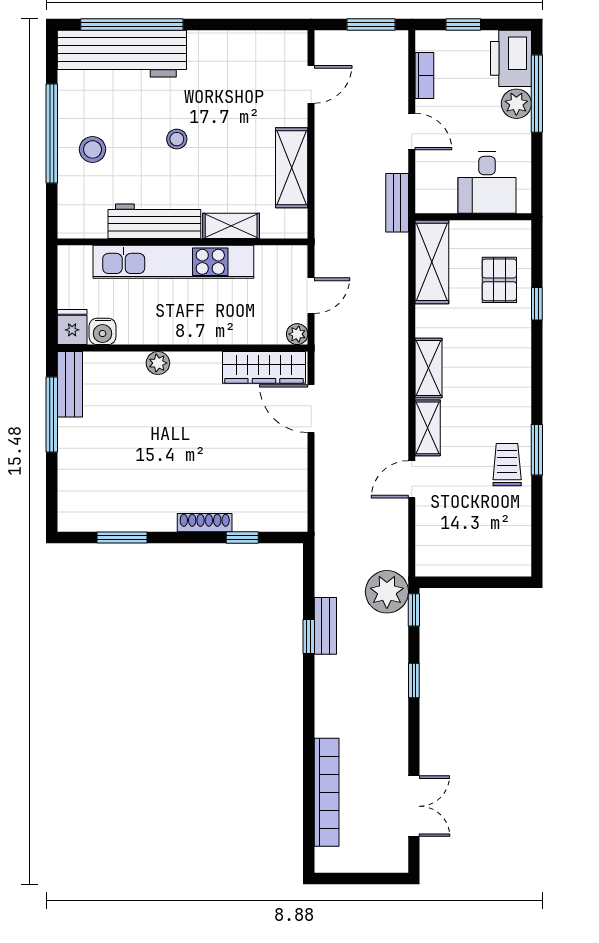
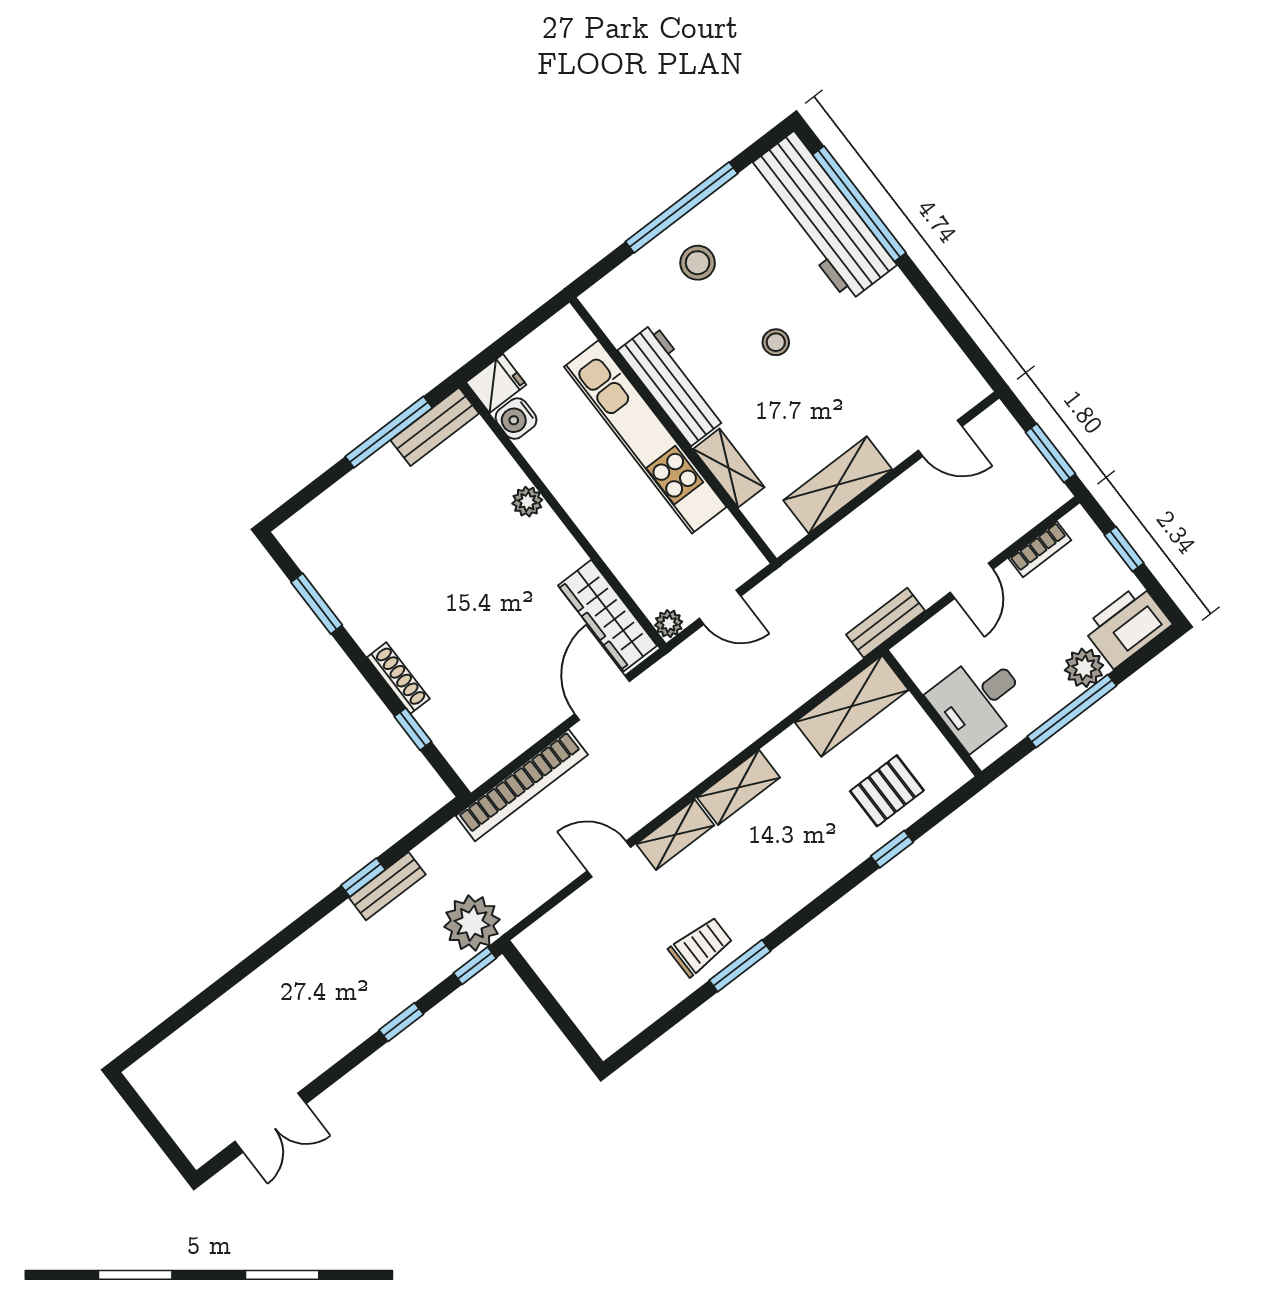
window: (537, 94) -> (1072, 711), moved
bookcase: (327, 792) -> (522, 785), moved

